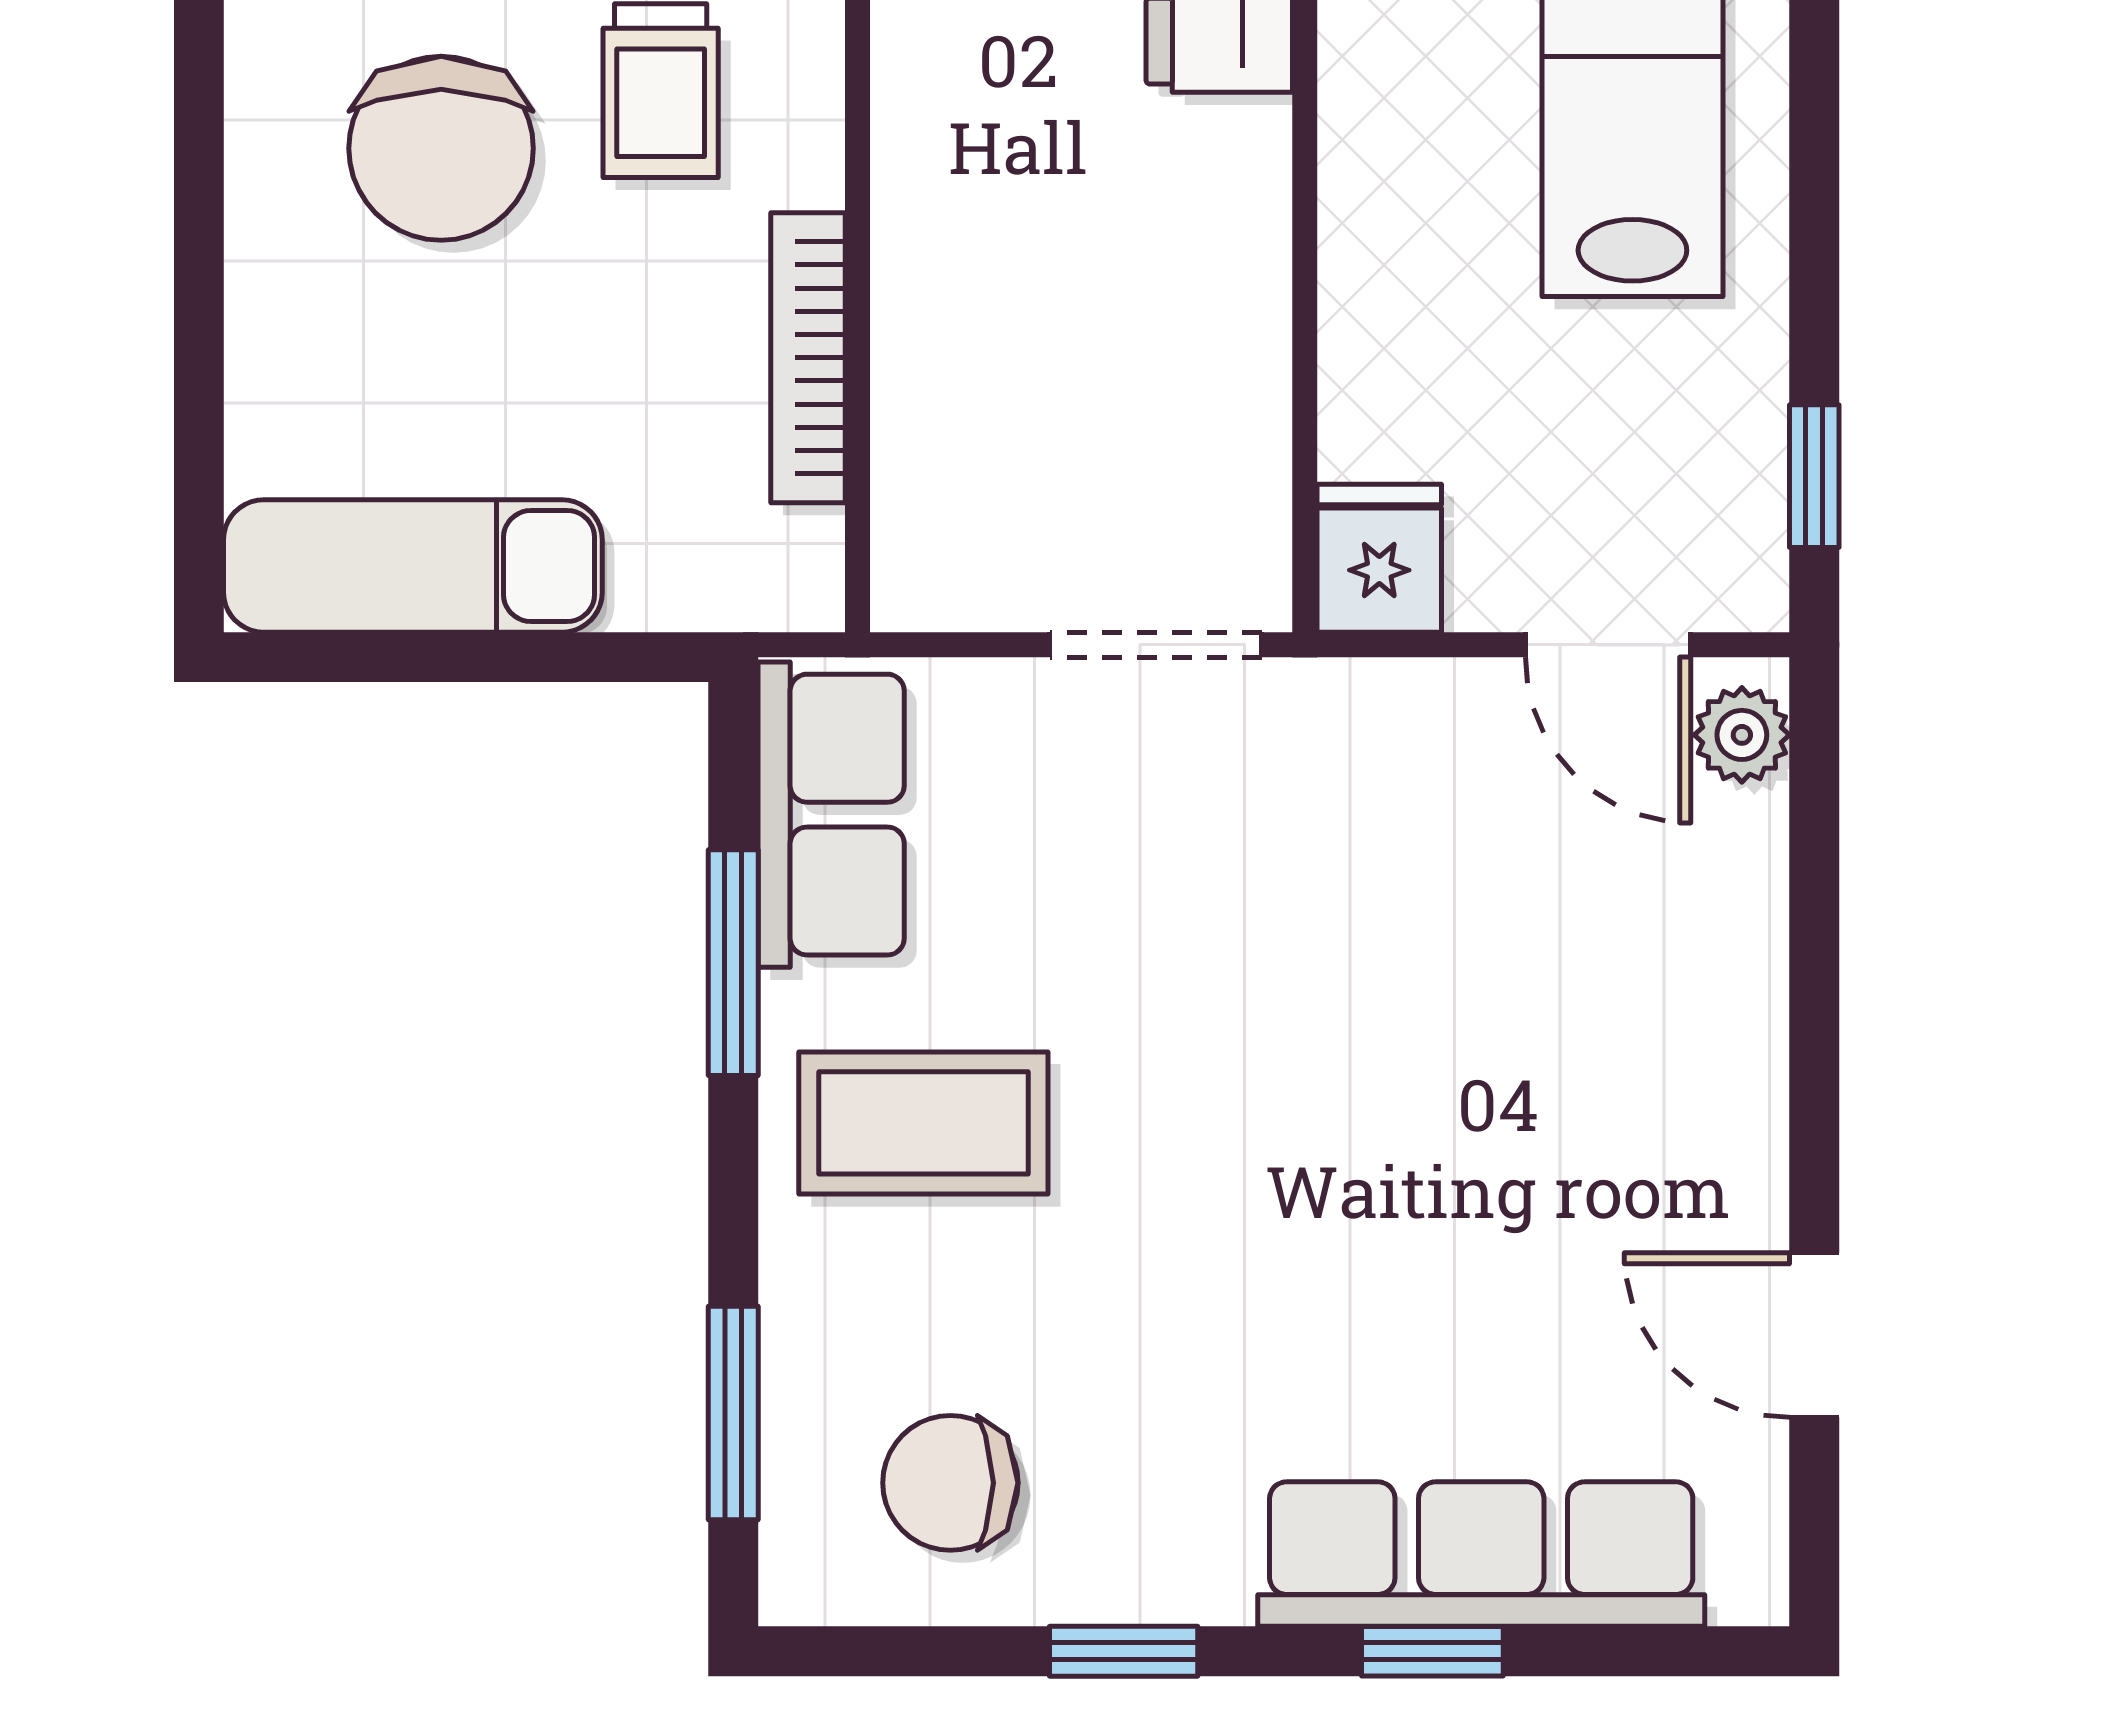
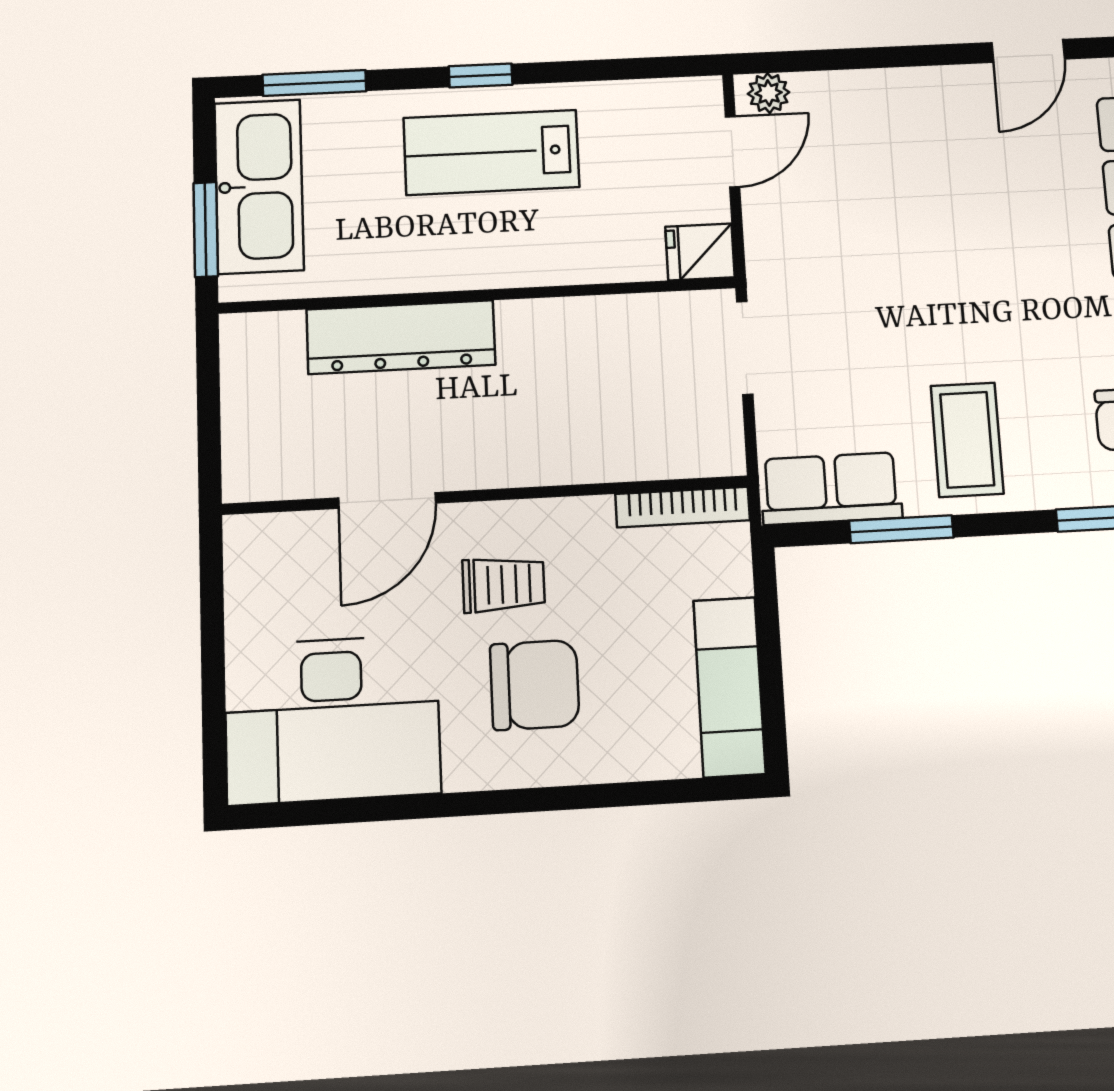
bookcase: (808, 358) -> (683, 507), moved
window: (1814, 476) -> (481, 75), moved

